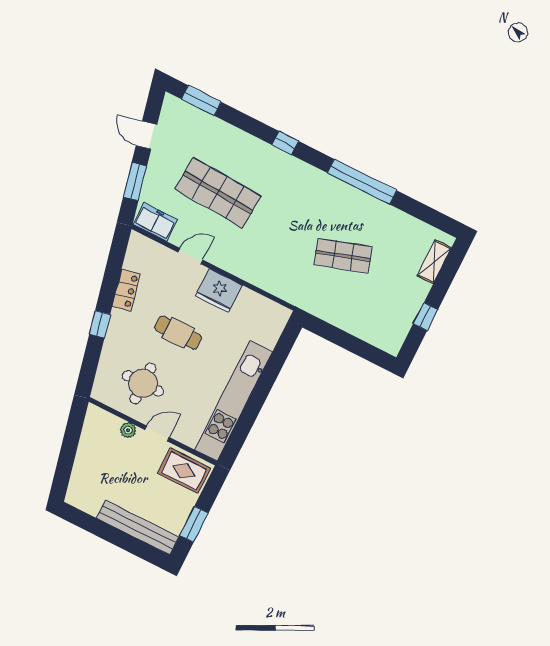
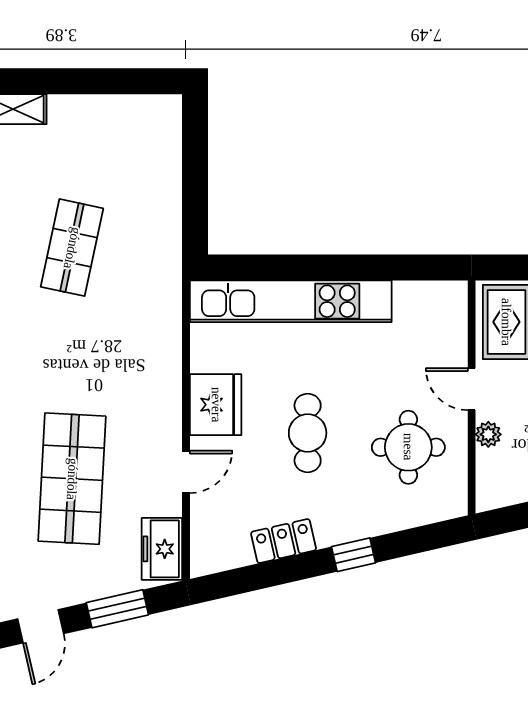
door: (190, 256) -> (186, 472), swing flipped
shop shelf: (343, 256) -> (72, 248), turned 30
window: (426, 317) -> (100, 81), removed
kitchen unit: (233, 401) -> (291, 301), moved

